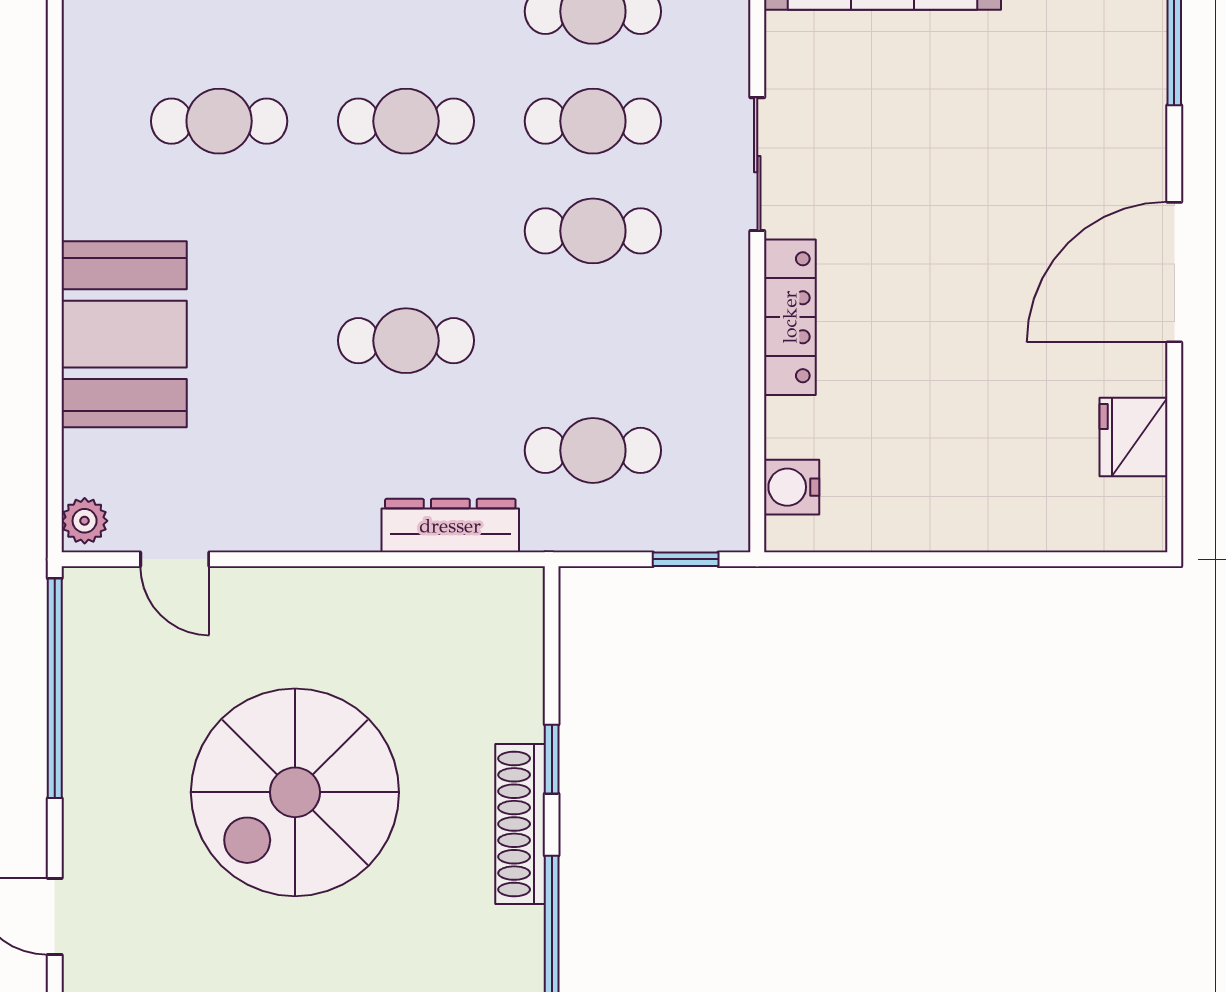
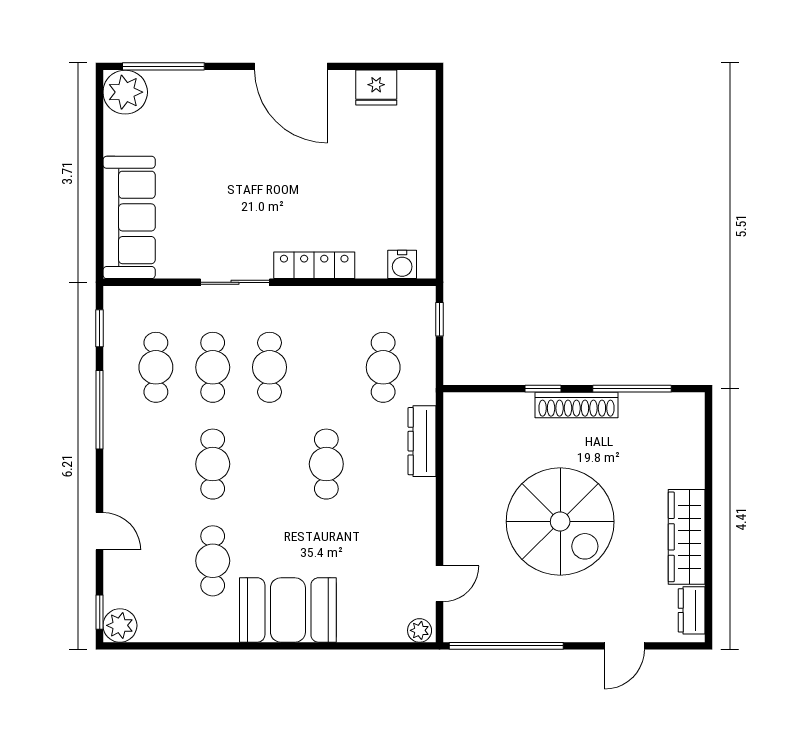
booth: (124, 334) -> (288, 610), moved

